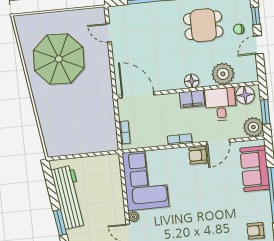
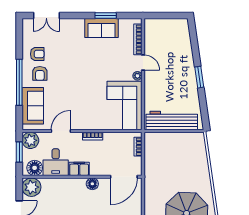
plant: (223, 74) -> (31, 187), moved
floor lamp: (192, 81) -> (92, 184), moved
door: (138, 95) -> (124, 177), hinge flipped
armchair: (198, 155) -> (40, 73), moved, turned 90
workbench: (69, 197) -> (172, 120), moved, turned 98

